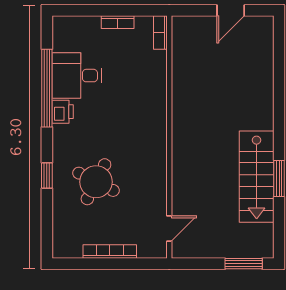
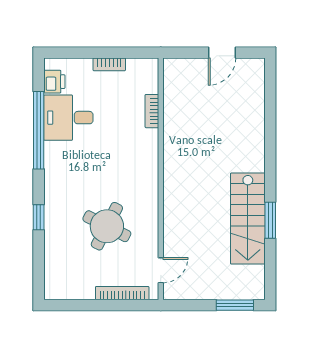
bookcase: (160, 32) -> (152, 111), moved
printer: (63, 112) -> (54, 82), moved
round table: (96, 182) -> (107, 226), moved
bookcase: (110, 252) -> (122, 293), moved

